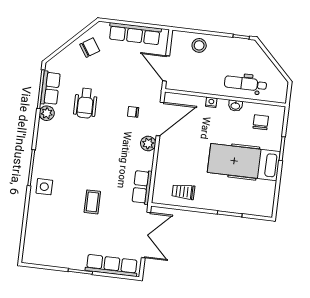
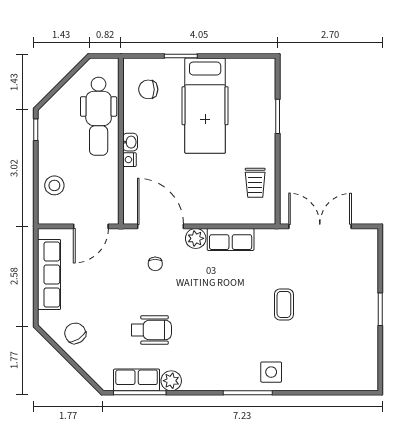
dental chair: (245, 84) -> (99, 116), width x1.36, depth x1.38
washbasin: (235, 106) -> (130, 142), moved
row of seats: (142, 187) -> (231, 239), moved
coffee table: (92, 202) -> (284, 304), turned 90
row of seats: (112, 265) -> (367, 268), removed

